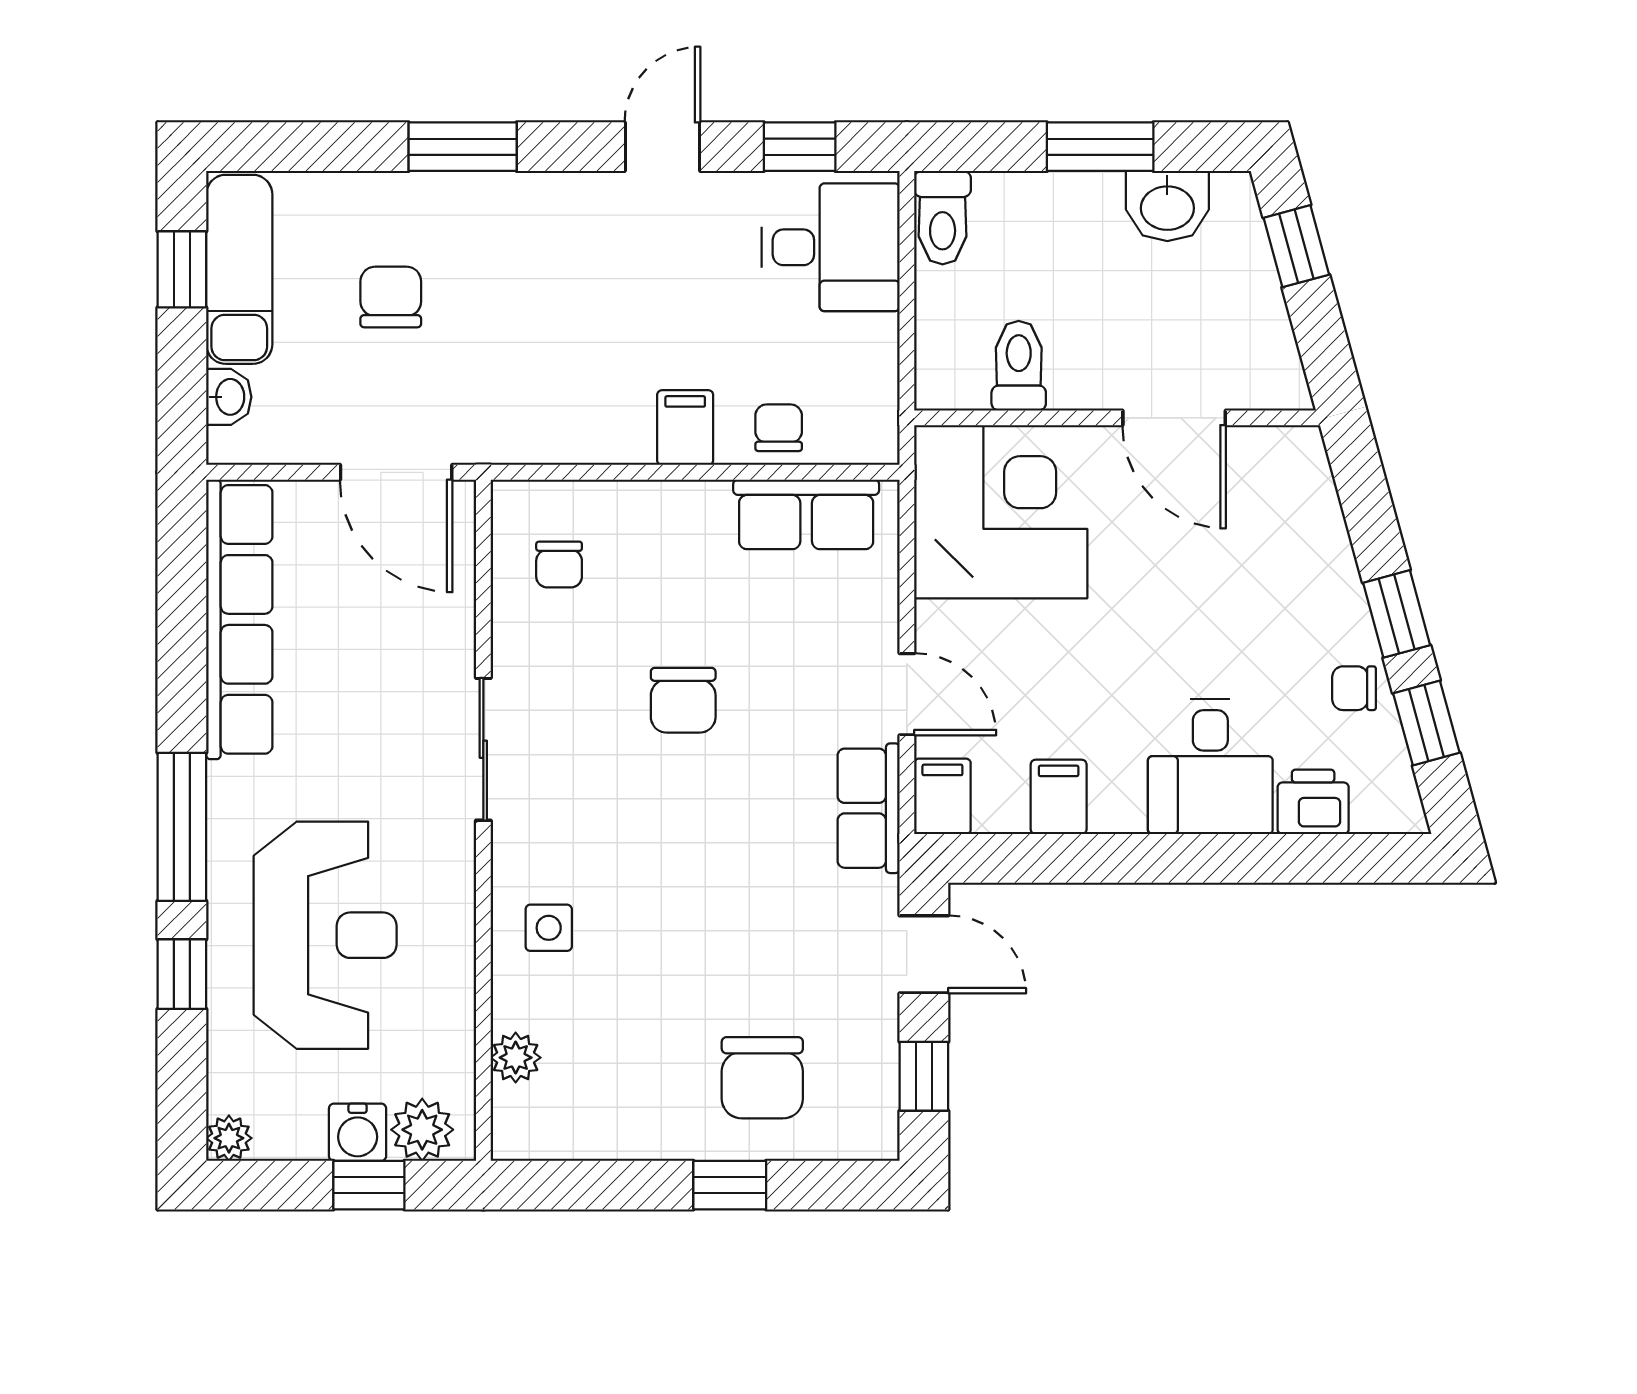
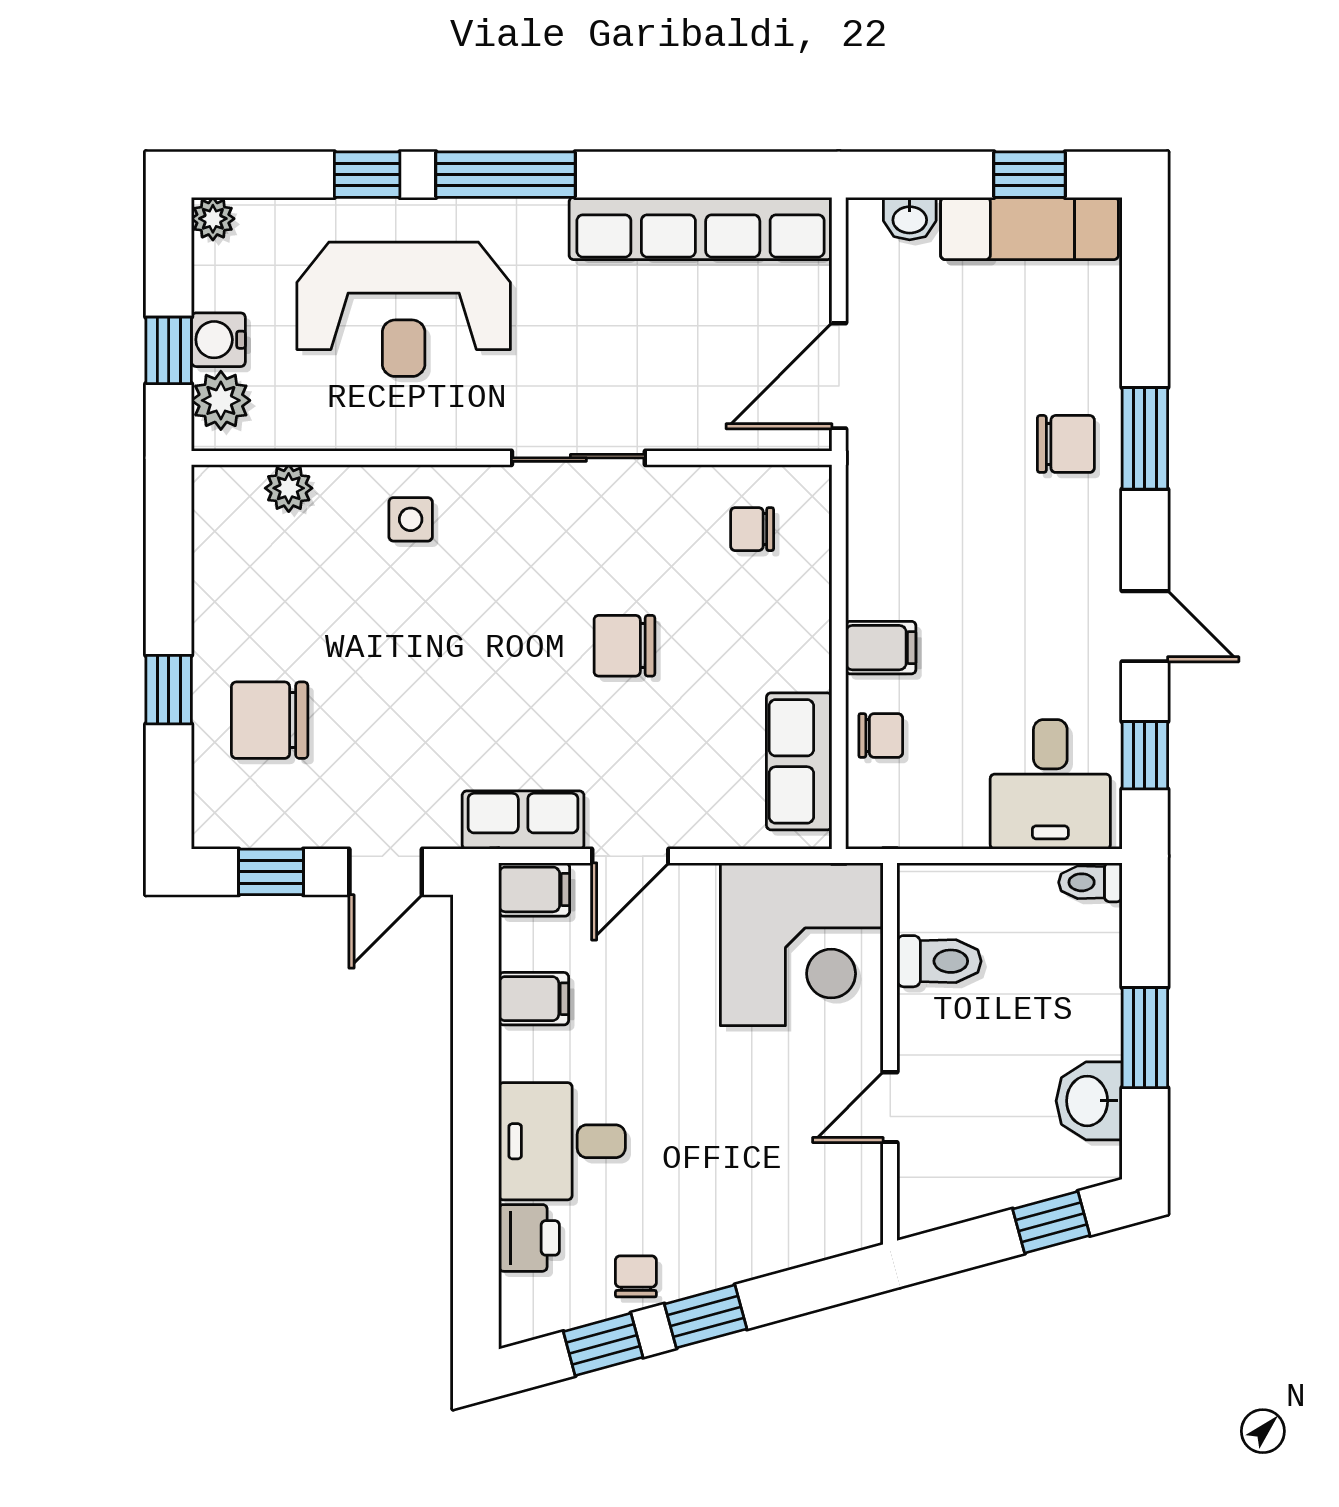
toilet: (943, 218) -> (1090, 882), width x0.73, depth x0.72
chair: (391, 297) -> (1066, 444), moved
door: (1174, 418) -> (890, 1107), width x0.73

